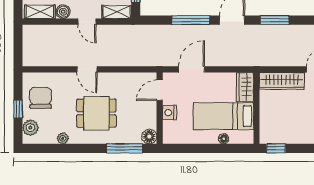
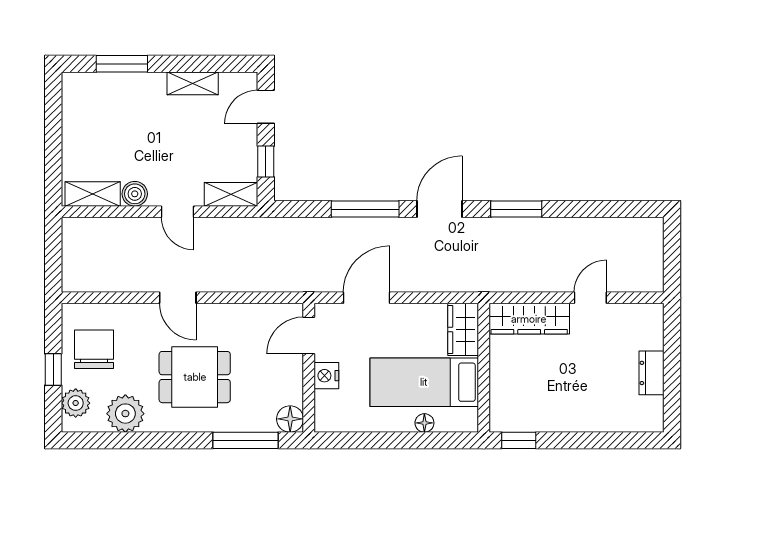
plant: (63, 138) -> (125, 414), width x1.88, depth x1.88

